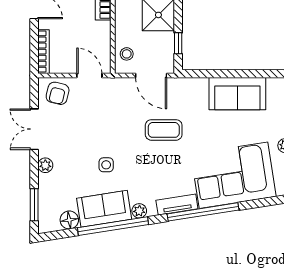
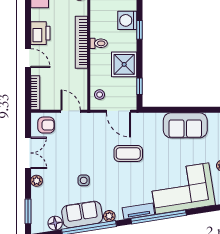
armchair: (58, 93) -> (46, 125), turned -104
double door: (34, 129) -> (28, 153), swing flipped

